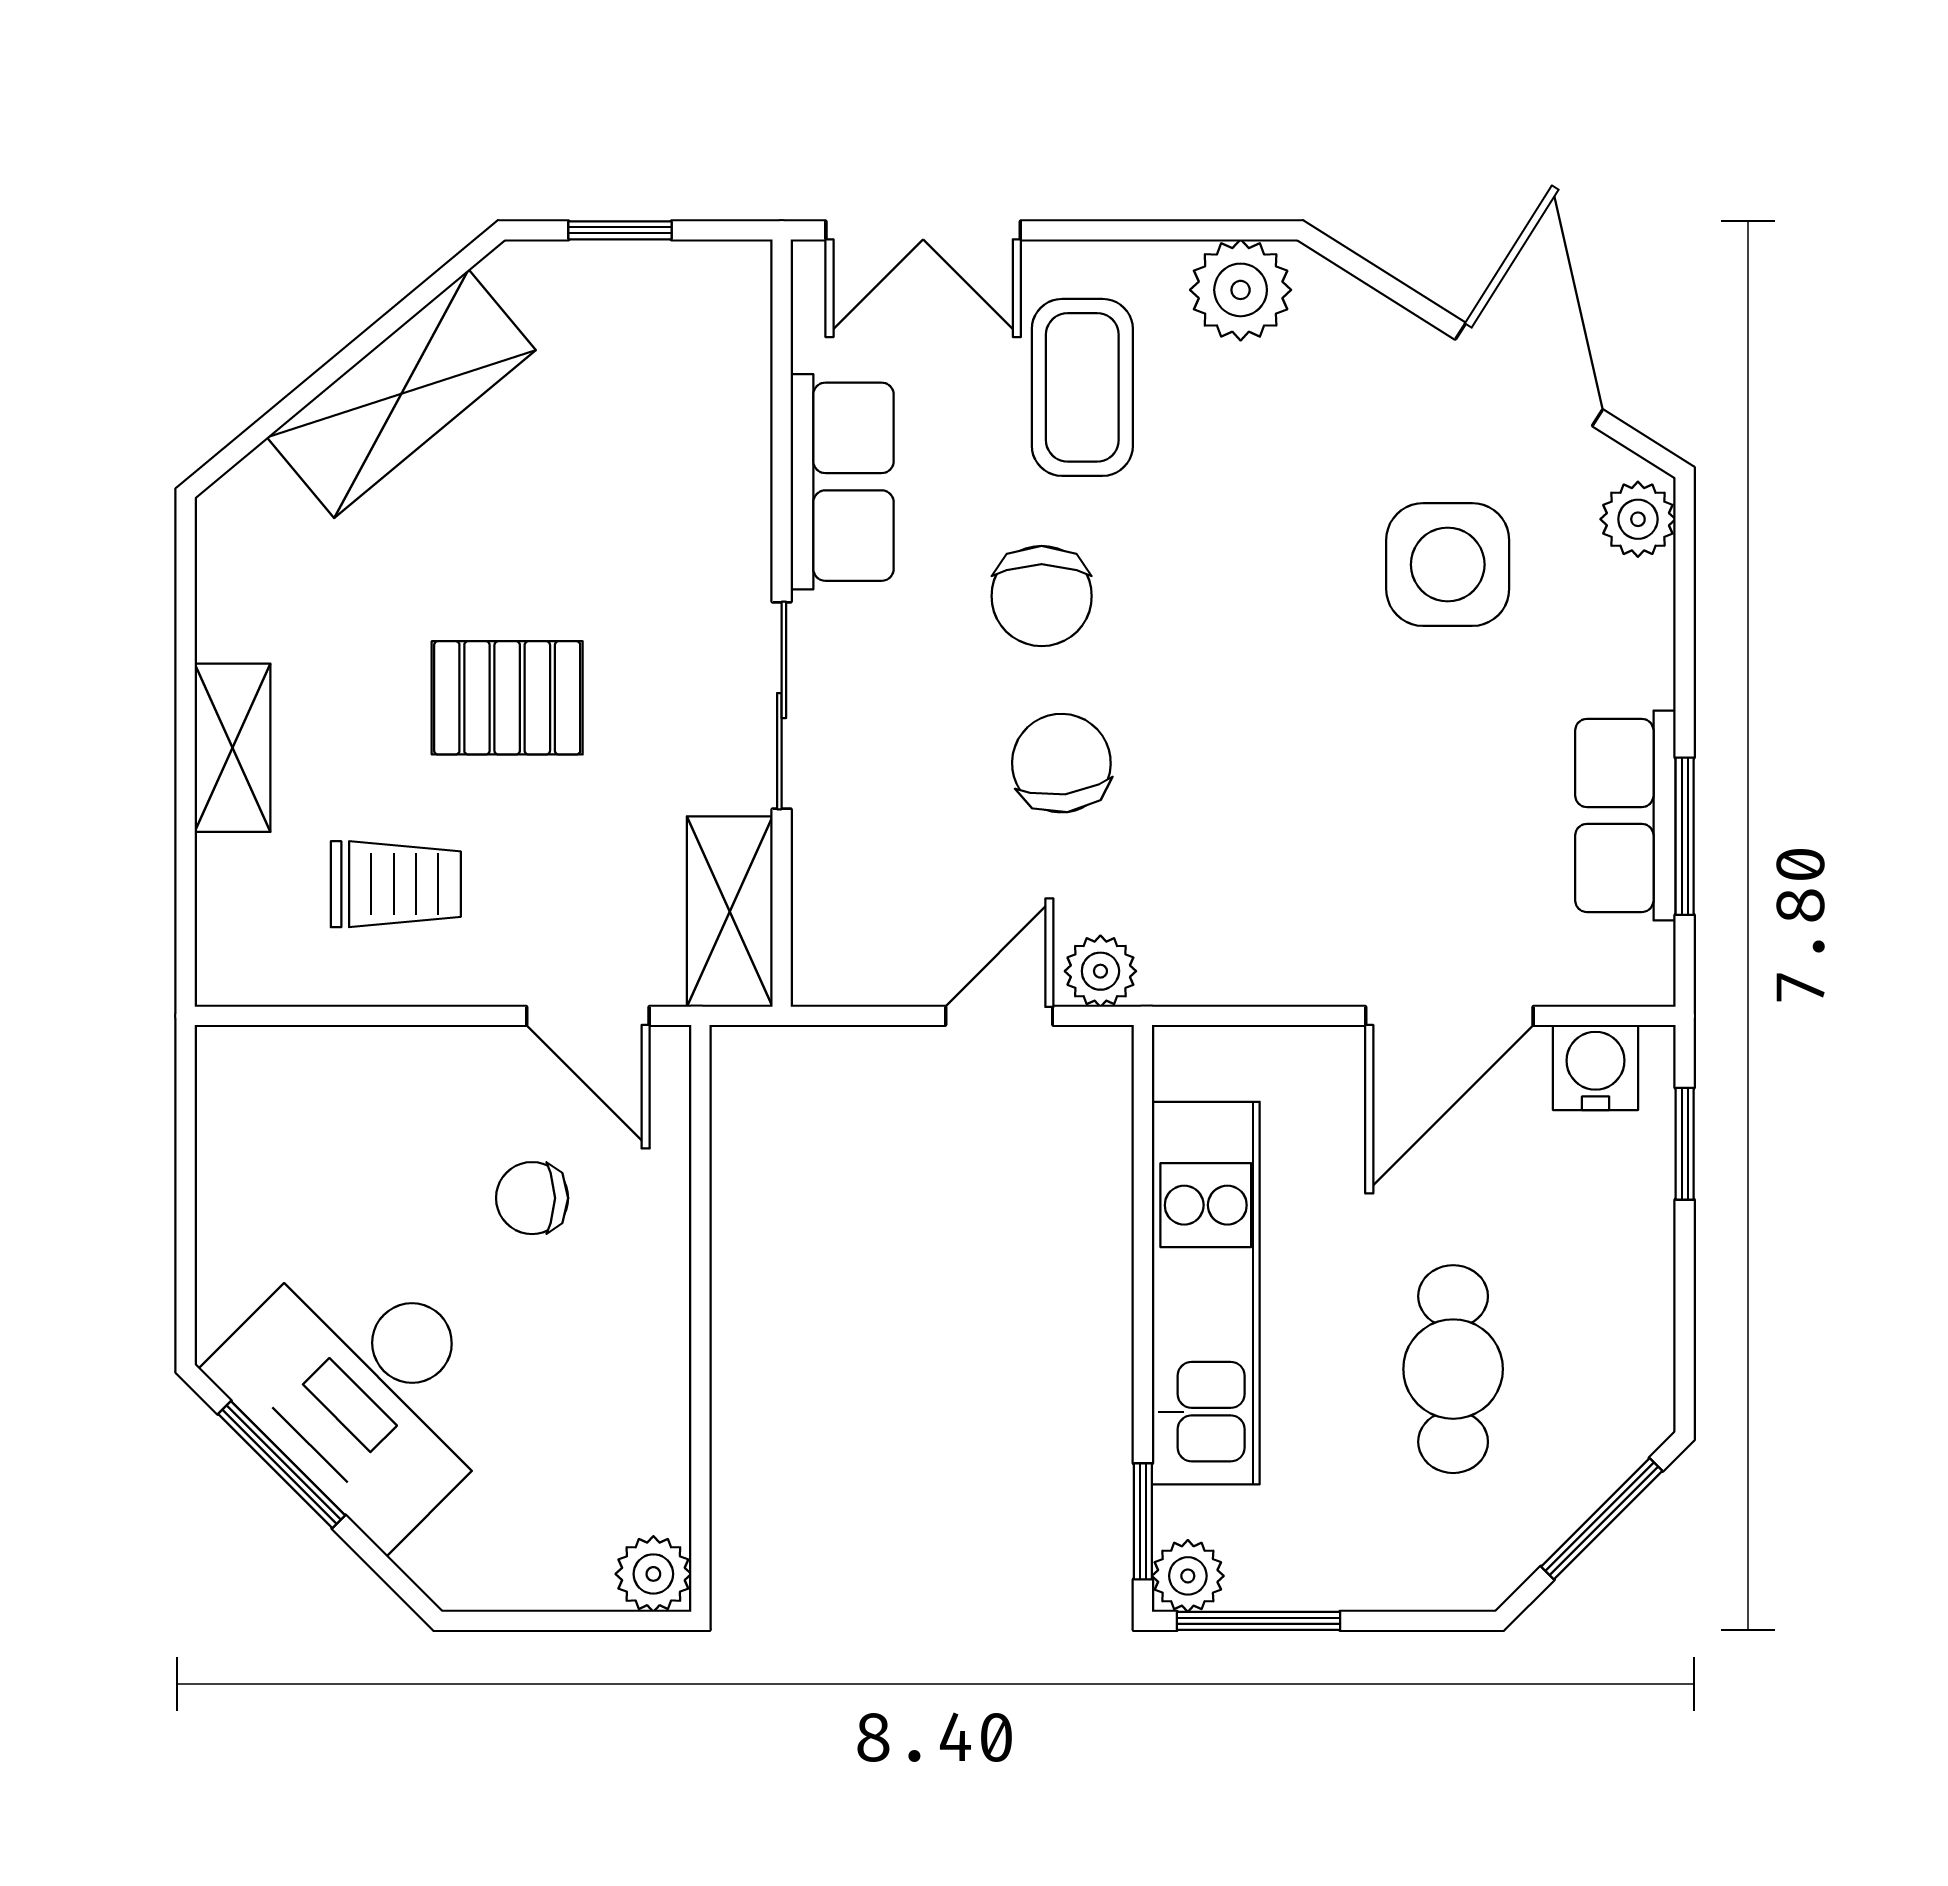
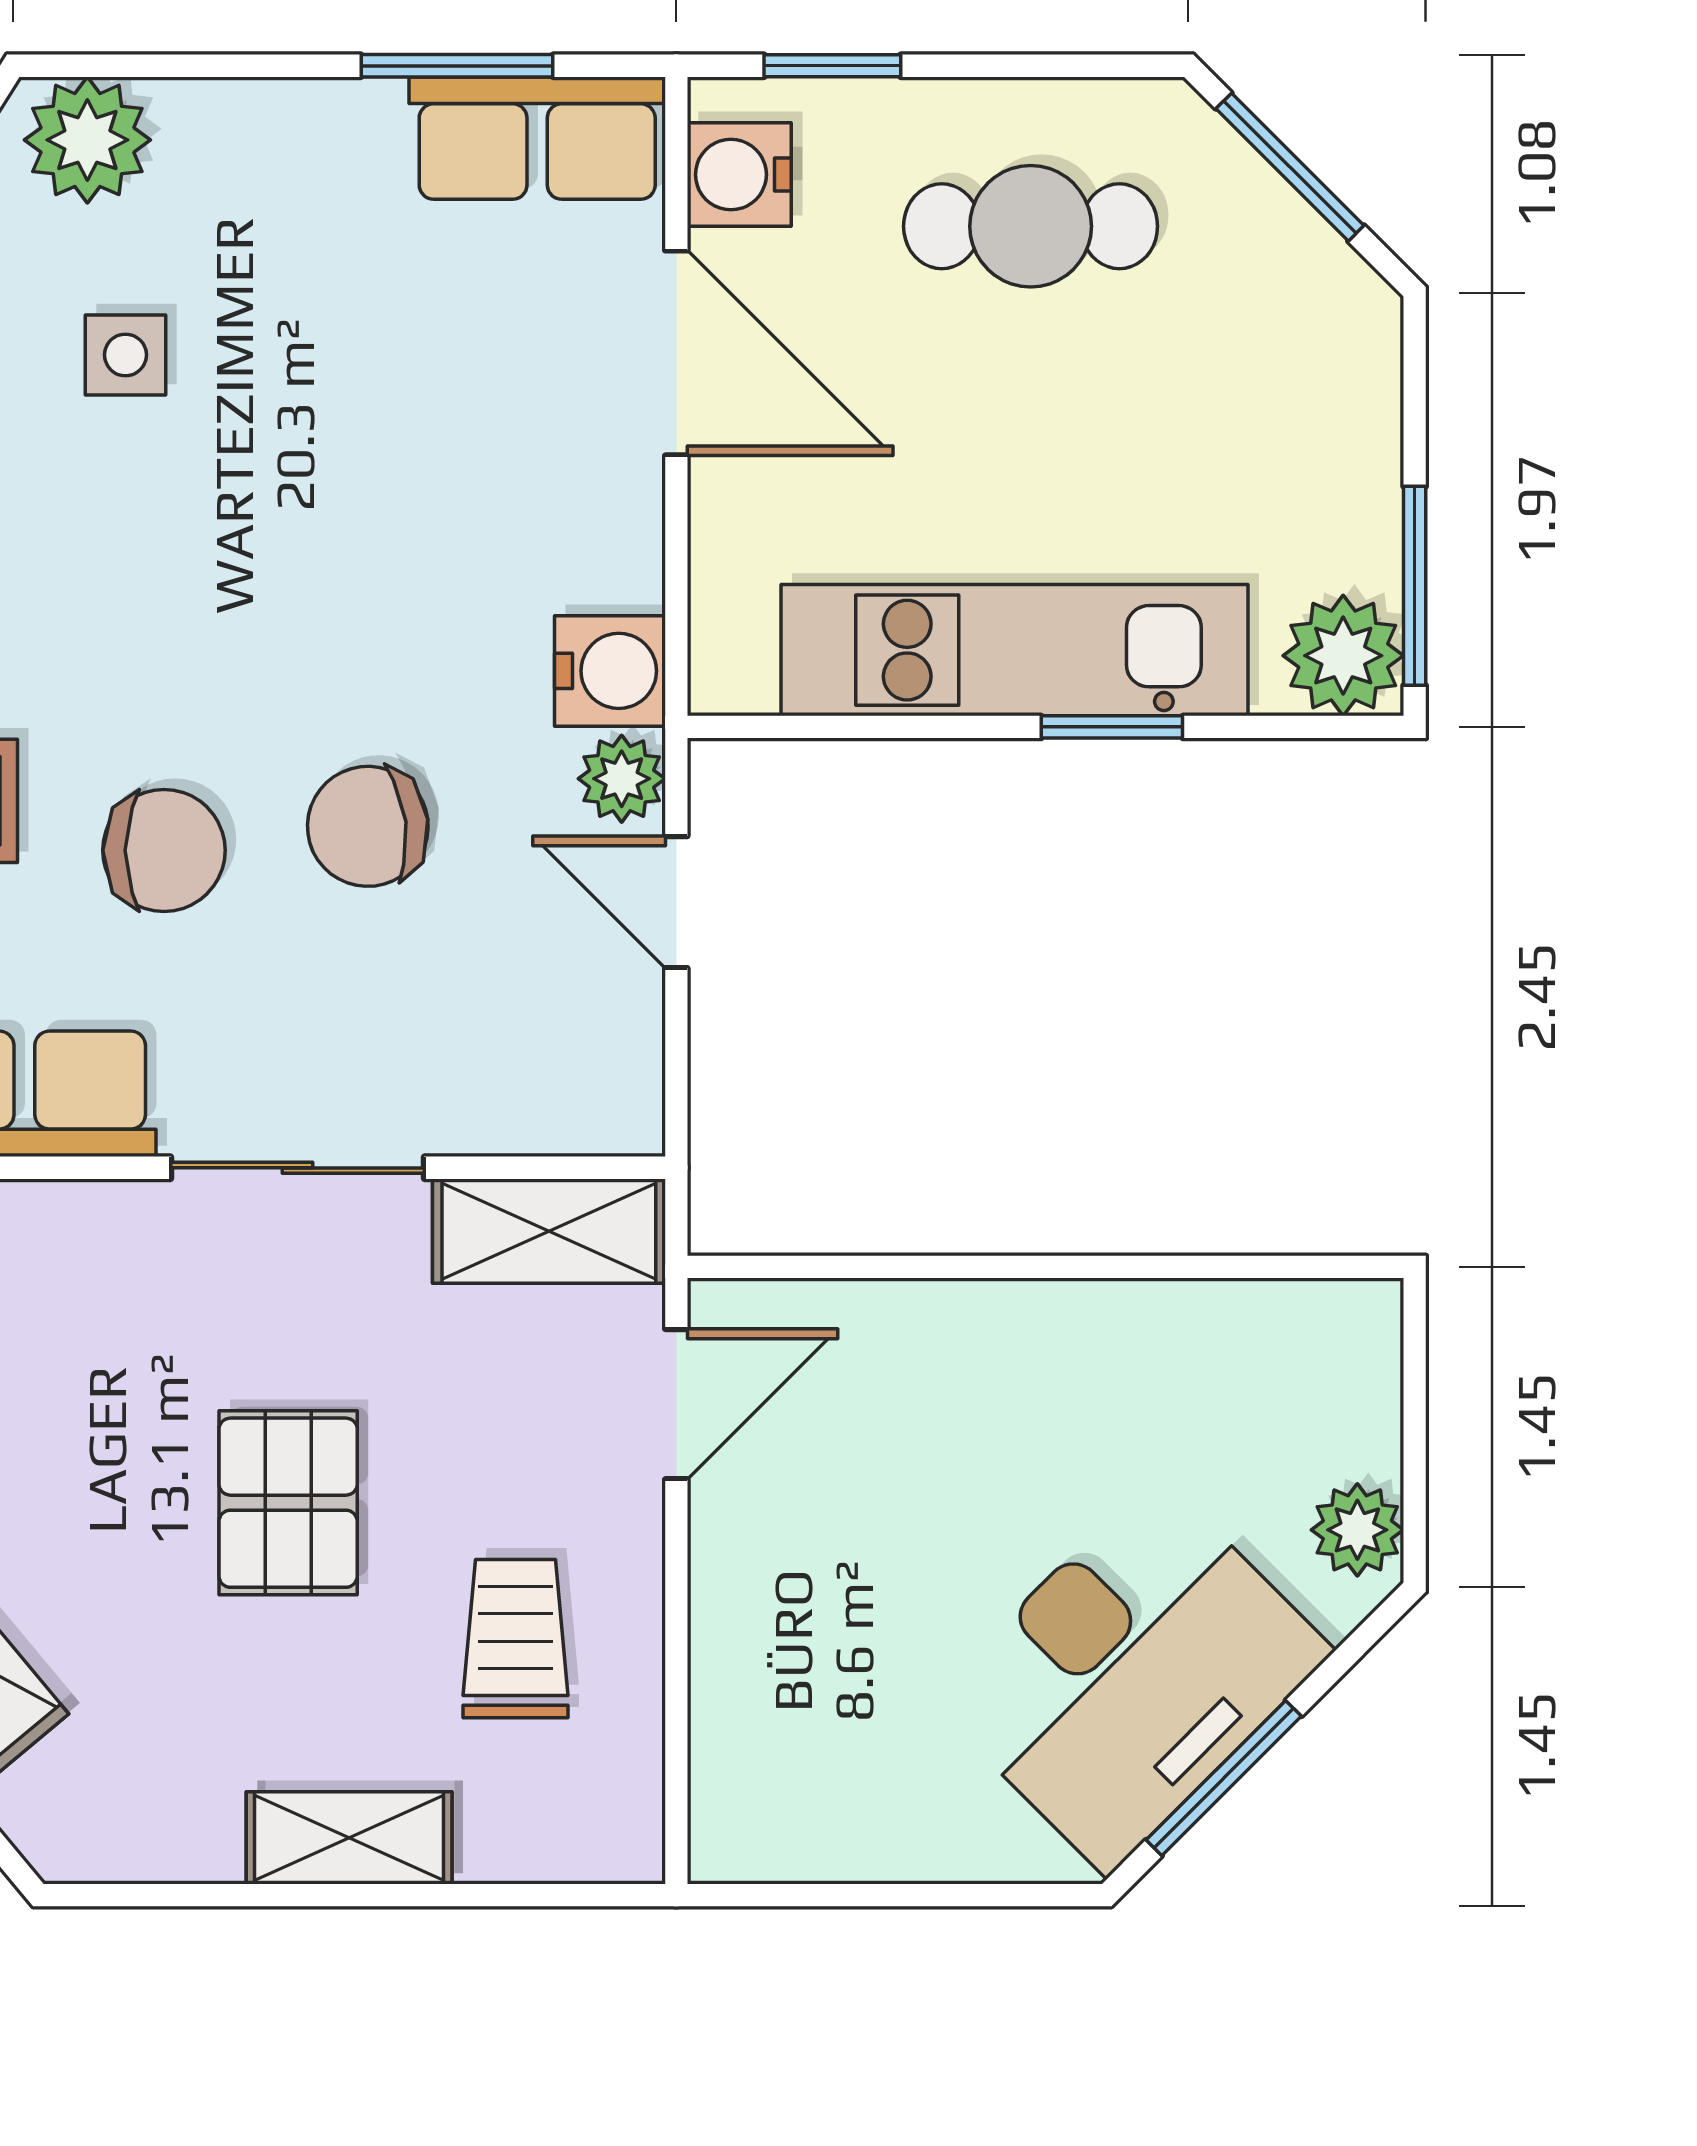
plant: (1638, 519) -> (87, 140), width x1.38, depth x1.38
side table: (1448, 565) -> (125, 355), width x0.54, depth x0.54
row of seats: (1625, 815) -> (537, 138), moved
water cooler: (1189, 962) -> (610, 671), added
chair: (532, 1198) -> (898, 1472), removed
cafe table: (1453, 1369) -> (1031, 226), moved
window: (1143, 1521) -> (1112, 727), moved
plant: (653, 1574) -> (1357, 1530), moved
plant: (1188, 1576) -> (1343, 656), width x1.38, depth x1.38

